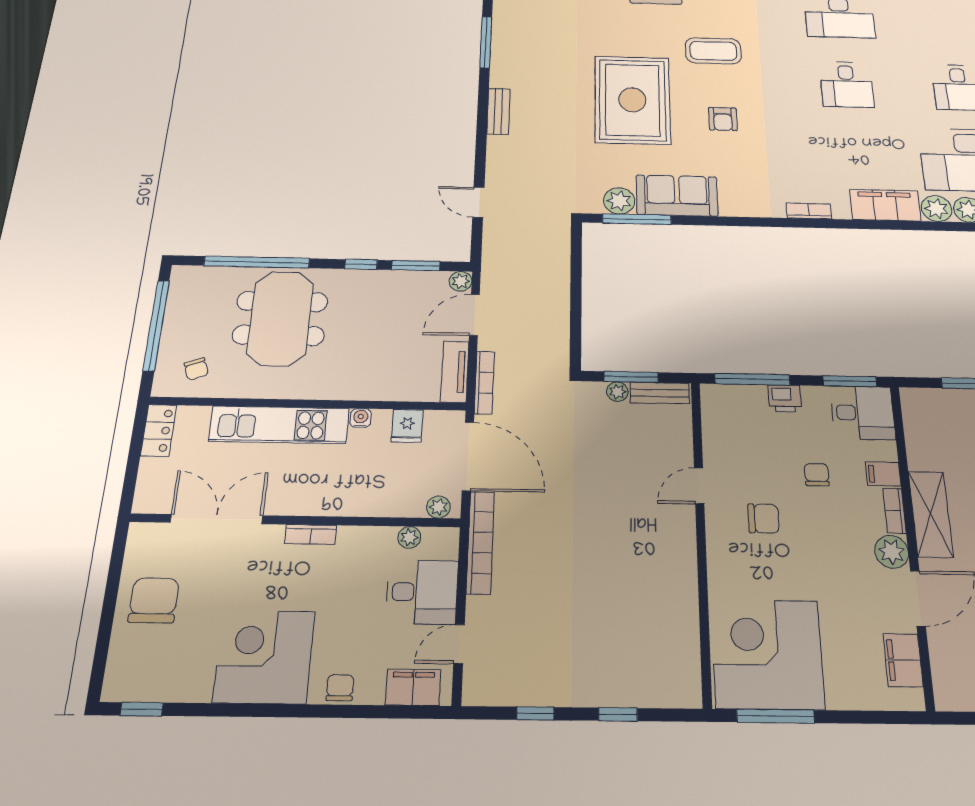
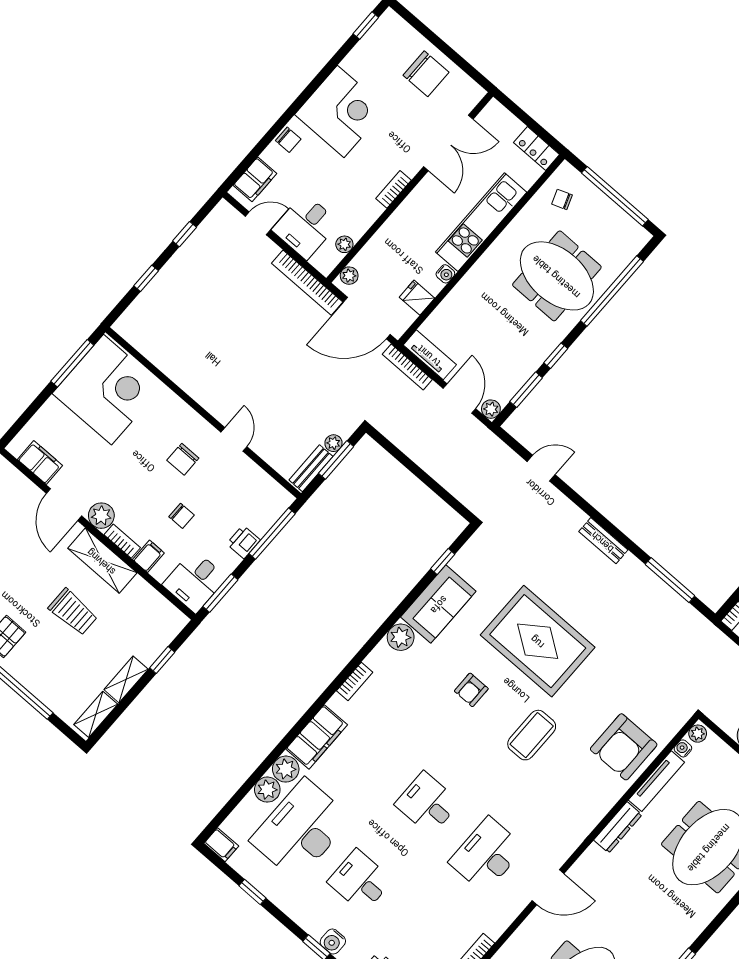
armchair: (723, 119) -> (471, 690), turned -90
plant: (619, 201) -> (401, 637), moved
window: (637, 219) -> (443, 562), width x0.46
door: (459, 644) -> (258, 223), hinge flipped

